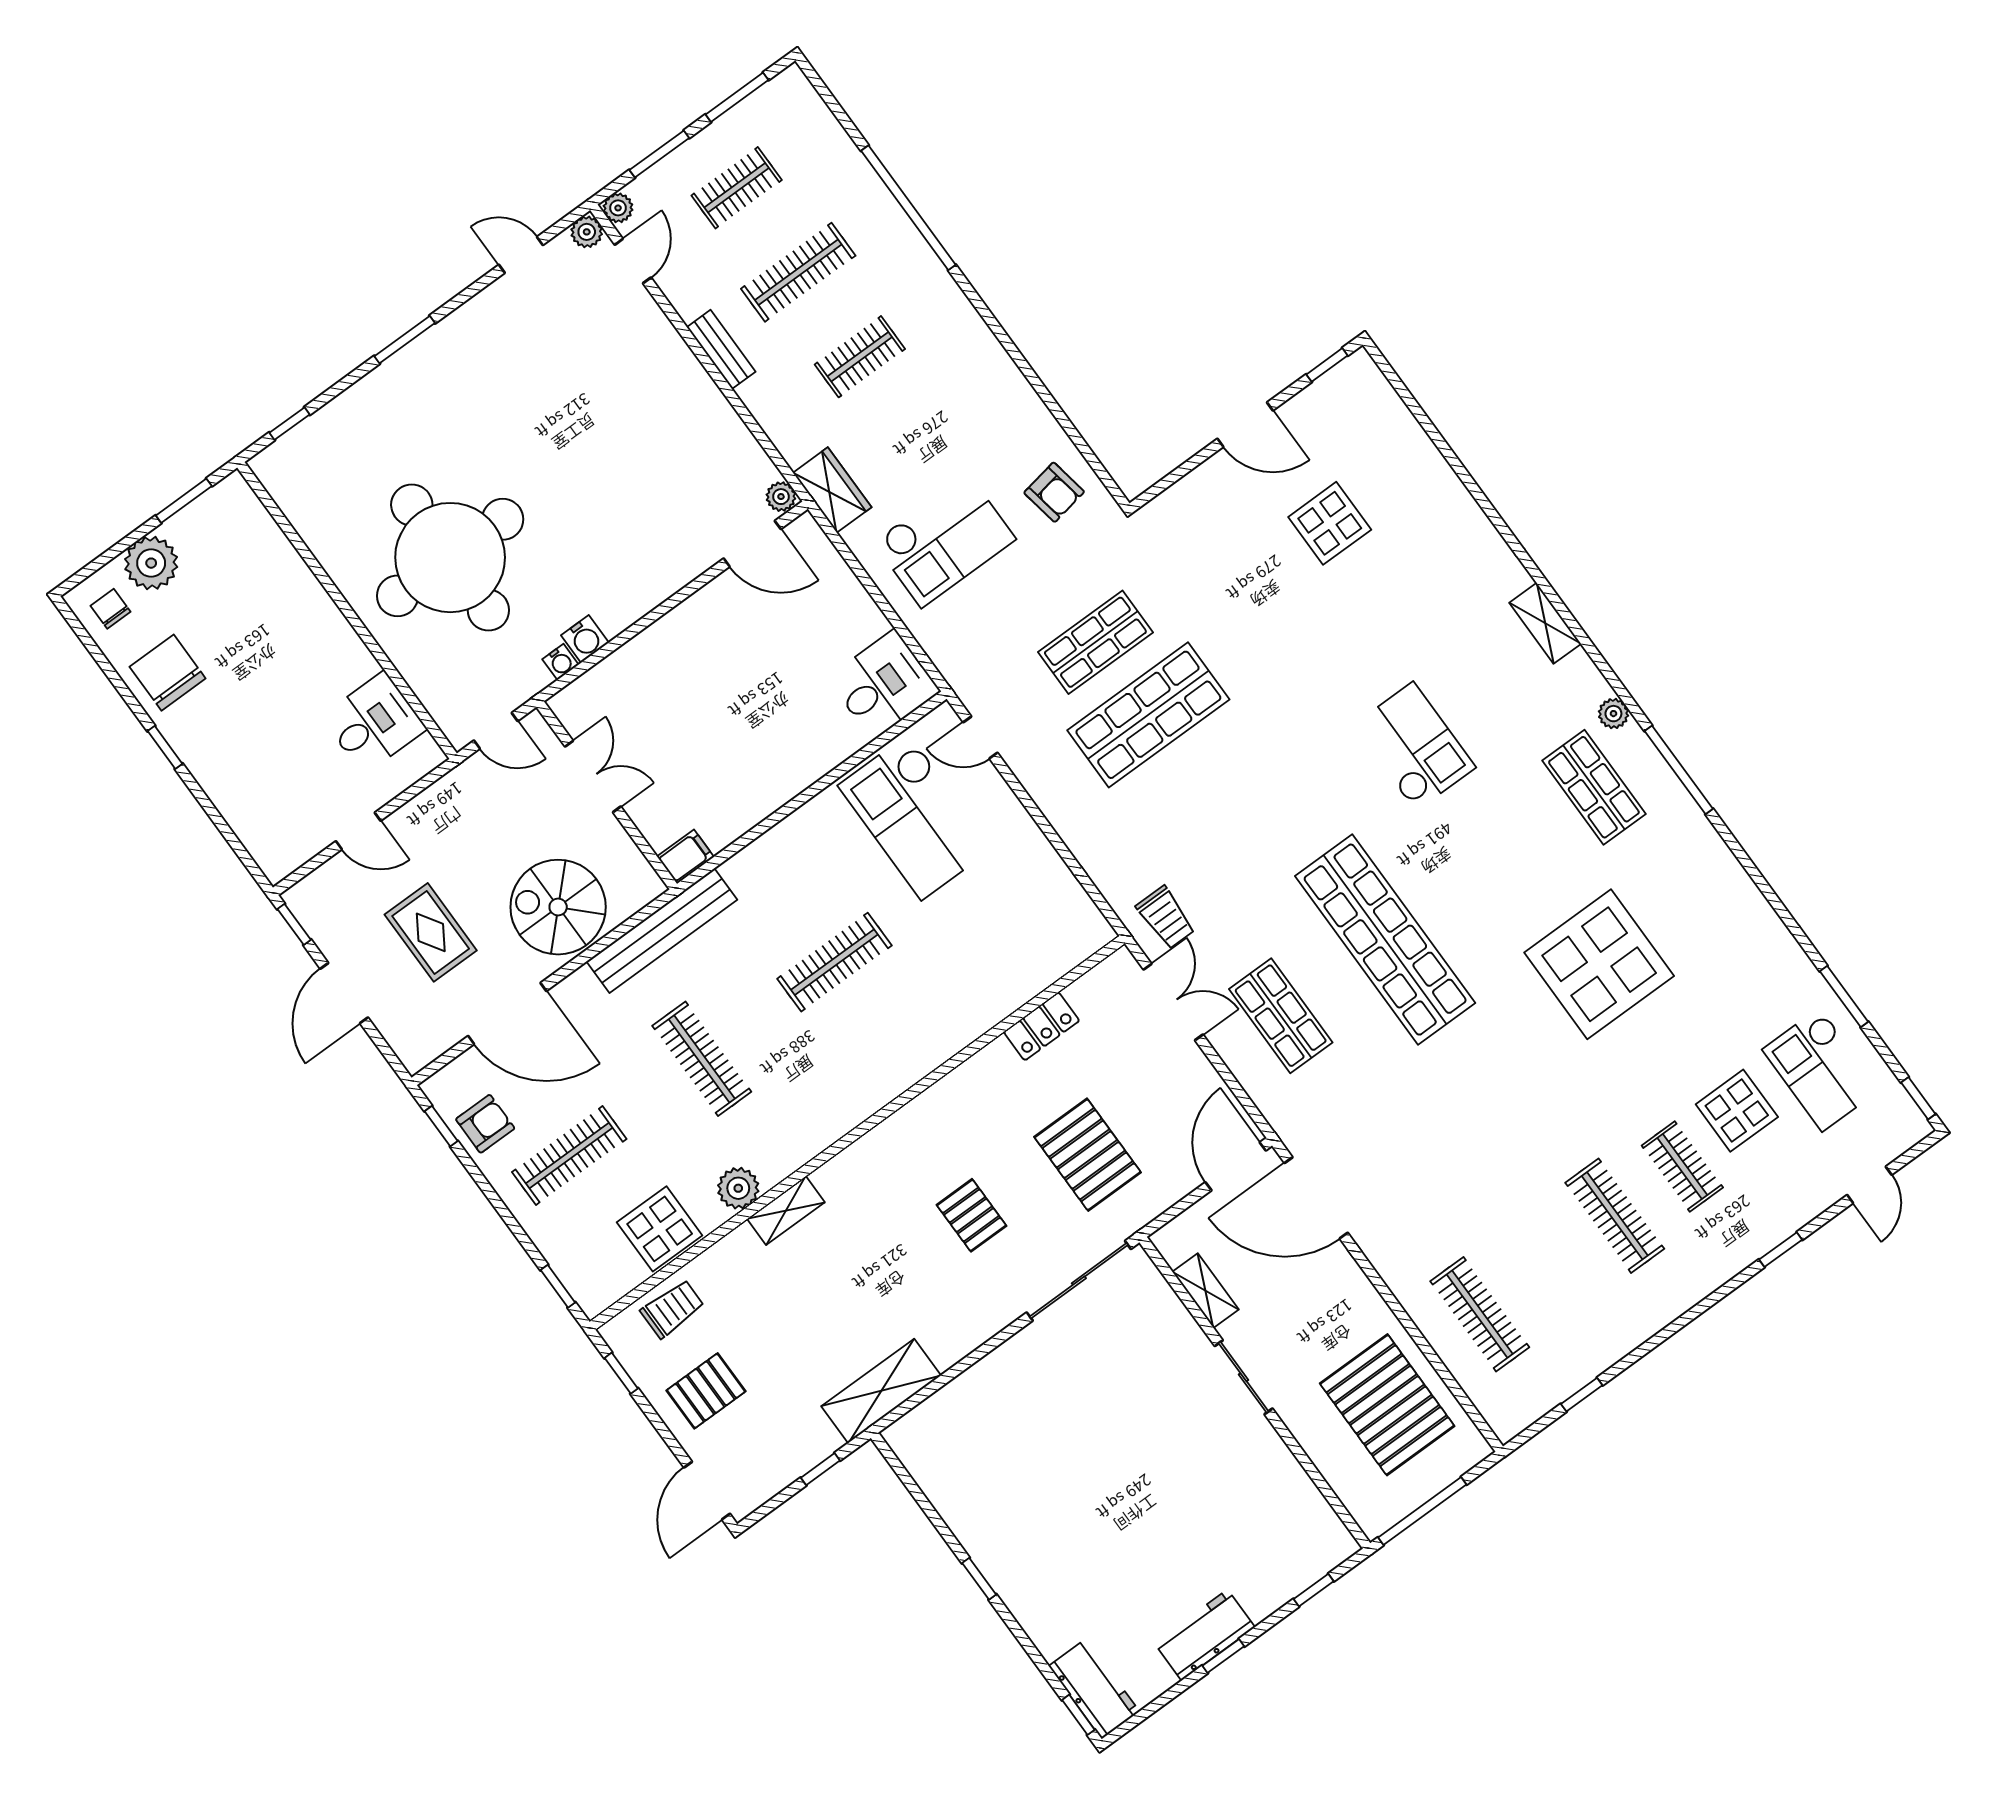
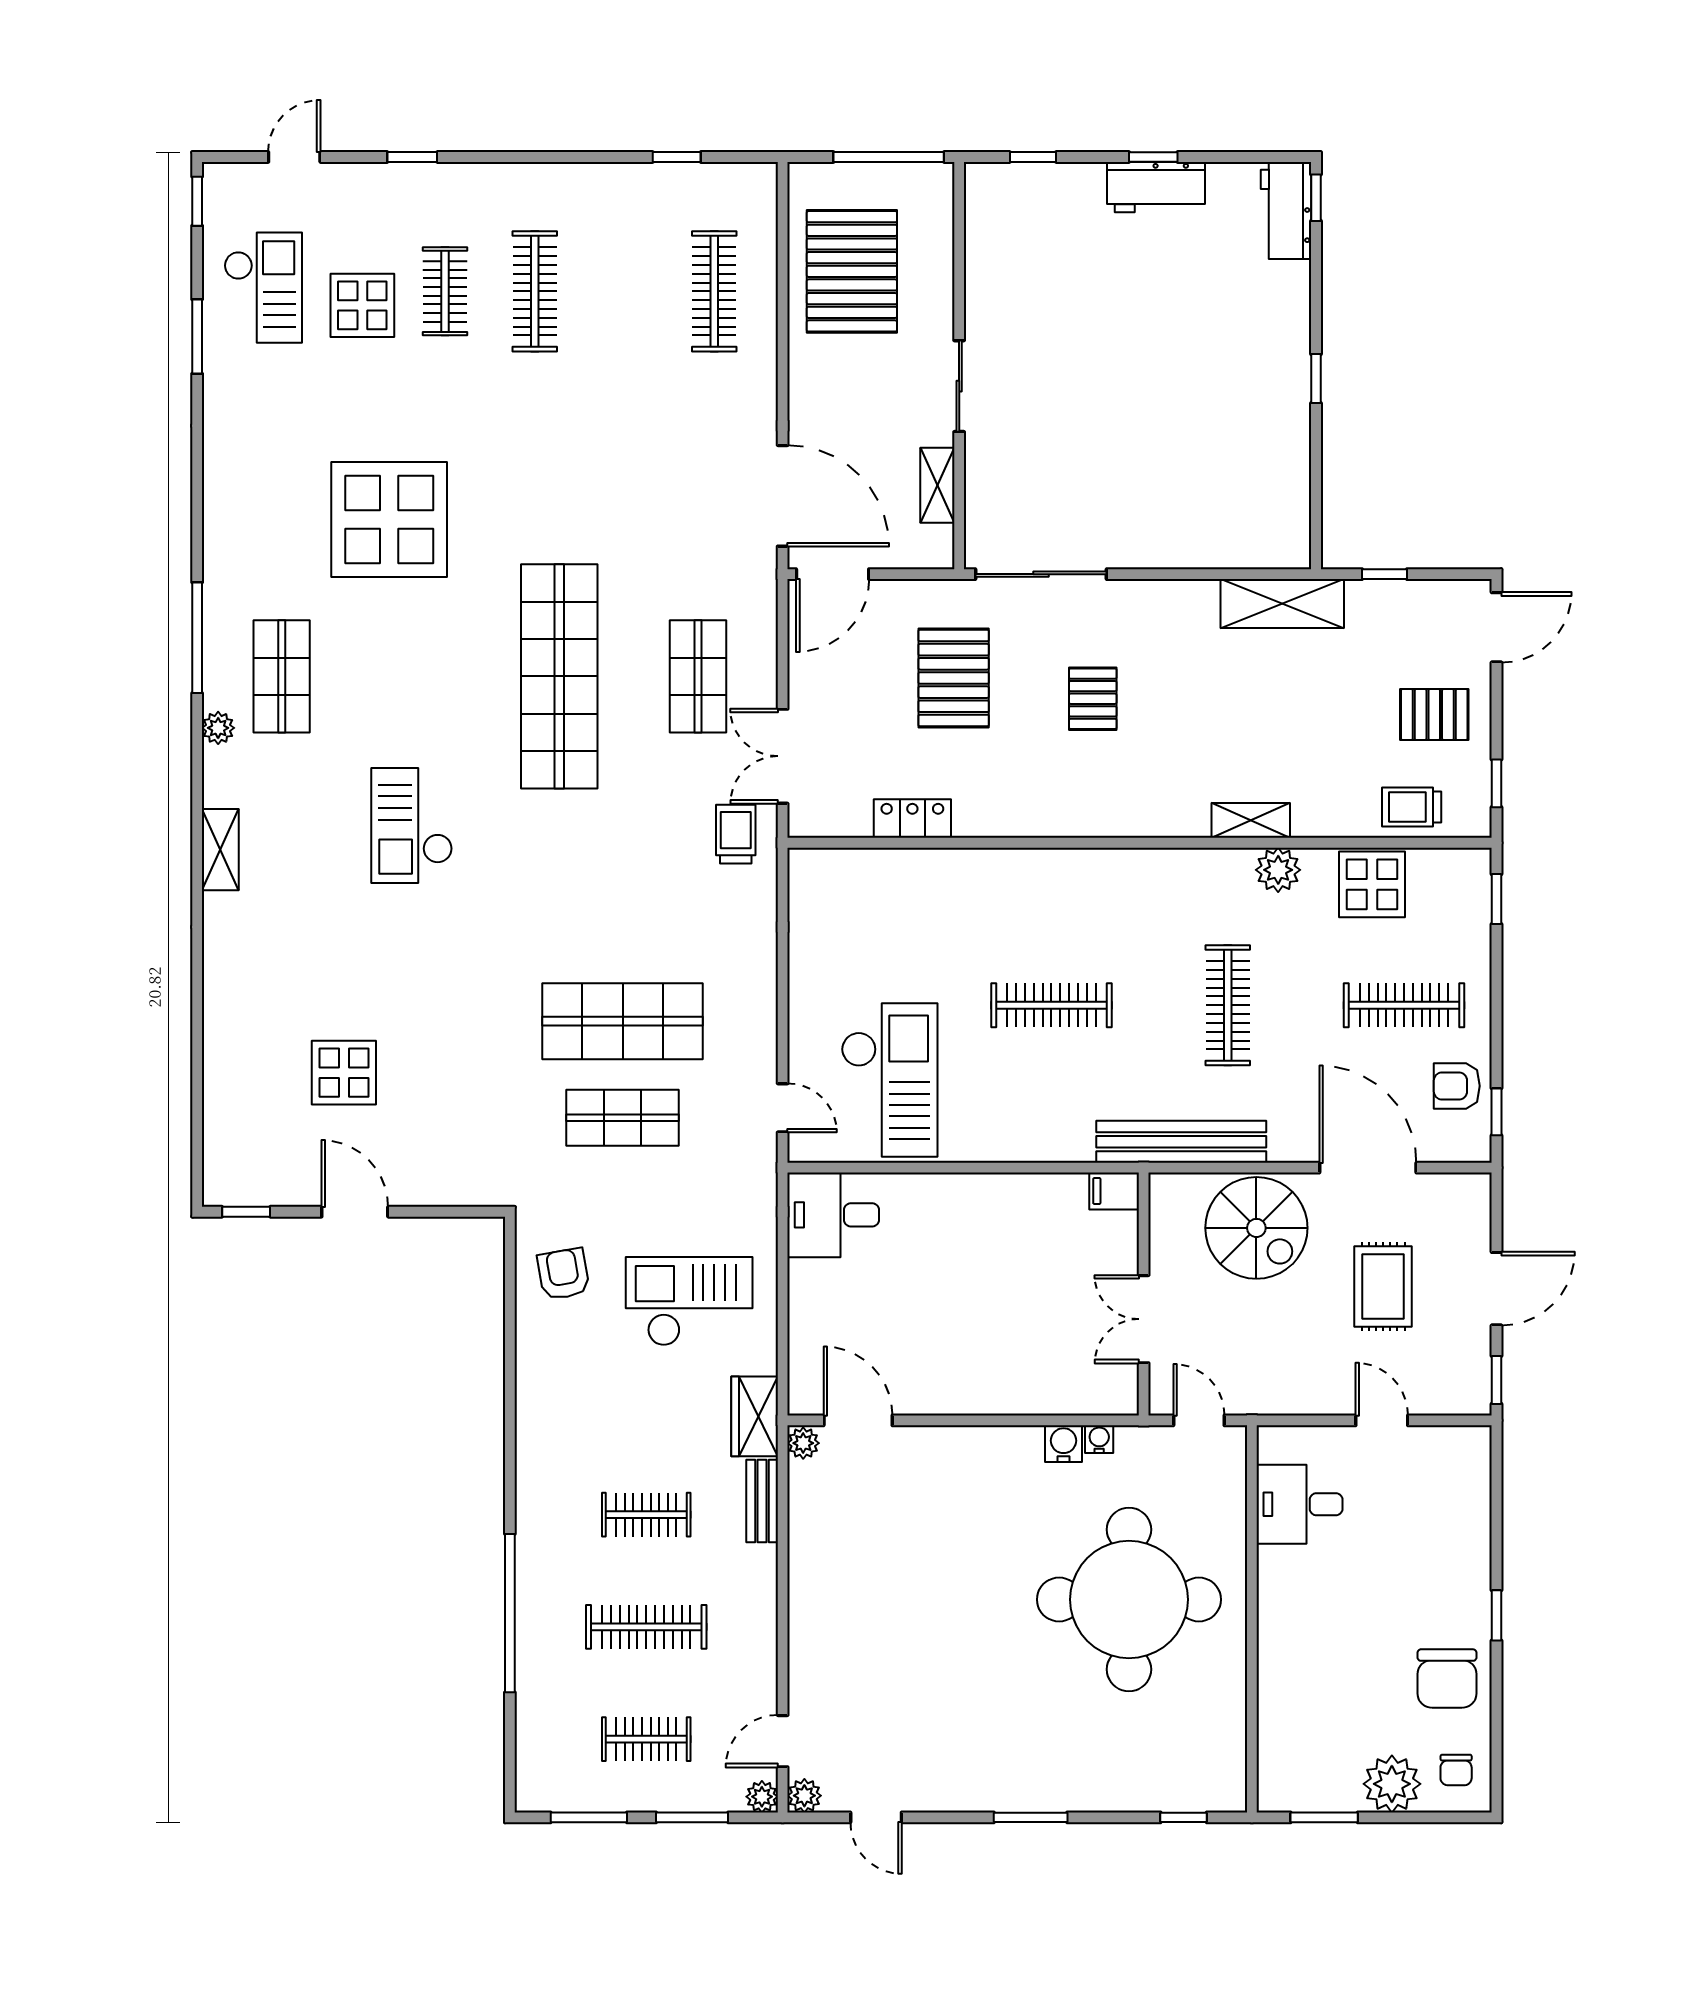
bench: (721, 349) -> (762, 1501), moved

